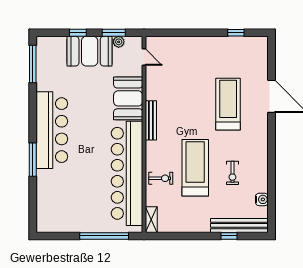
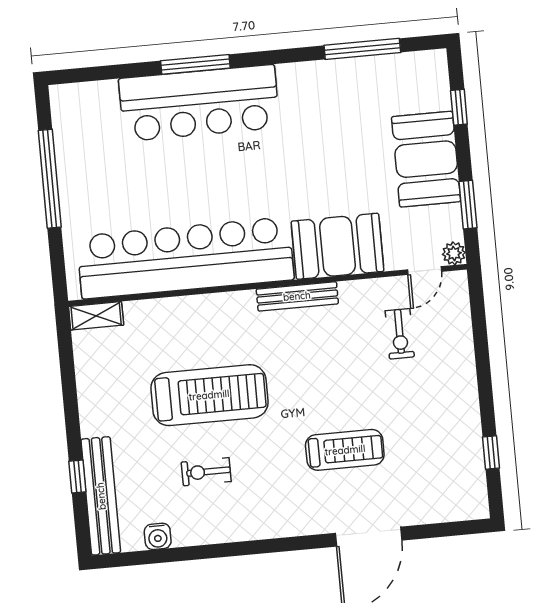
window: (78, 33) -> (459, 107), moved
plant: (119, 42) -> (454, 253), moved
window: (33, 64) -> (362, 49), moved
treadmill: (228, 104) -> (345, 450), width x0.73, depth x0.73
bar counter: (52, 130) -> (199, 103), moved
exercise bike: (161, 178) -> (400, 334), moved
window: (104, 236) -> (50, 179), moved

